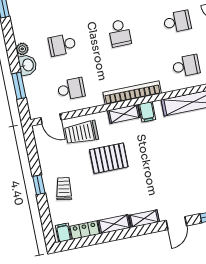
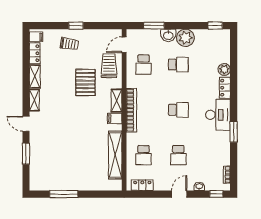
school desk: (120, 33) -> (178, 110), turned 180
school desk: (62, 45) -> (178, 65), turned 90
plant: (22, 49) -> (185, 38), width x1.87, depth x1.87

